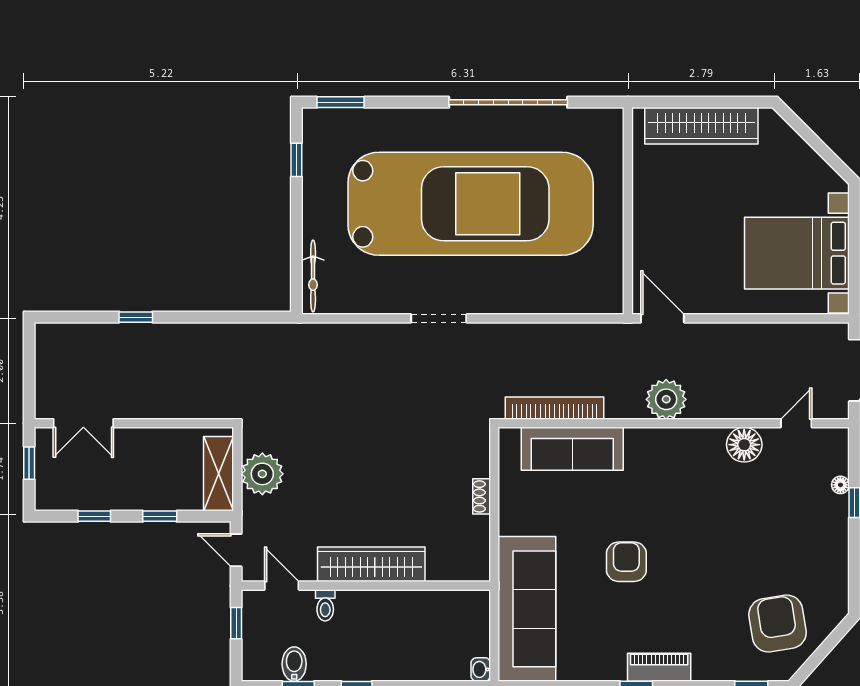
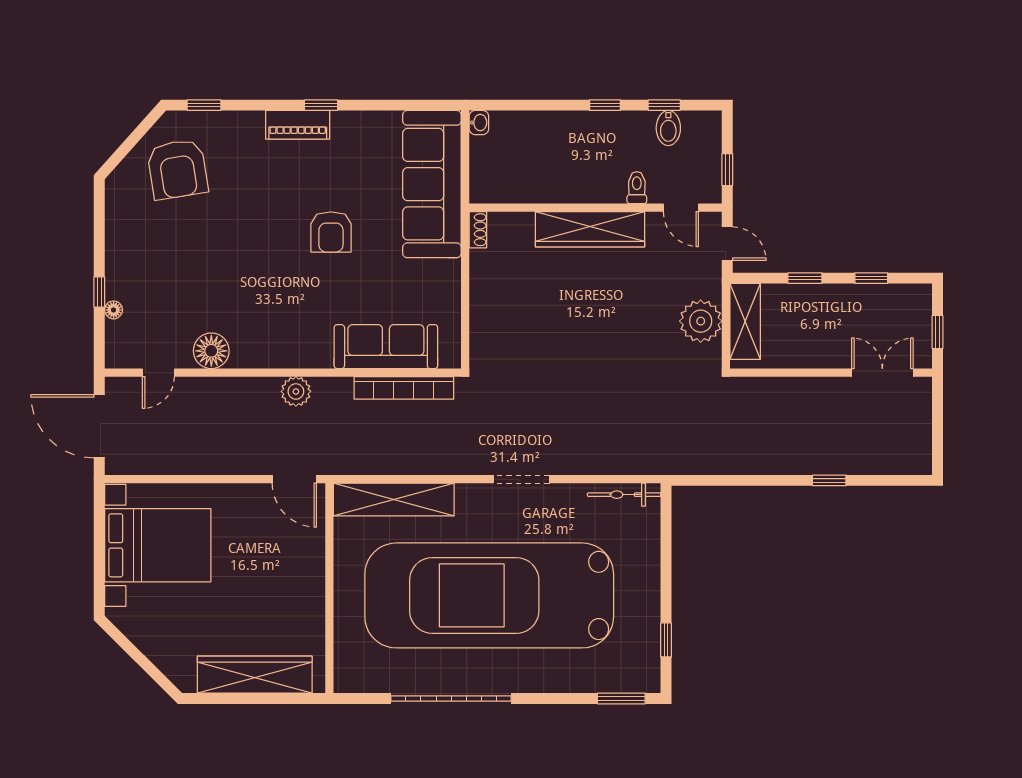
bicycle: (313, 276) -> (624, 495), moved, turned -90
shelving: (564, 298) -> (394, 499), added
plant: (666, 399) -> (296, 391), width x0.73, depth x0.73
shoe rack: (482, 496) -> (478, 230), moved

